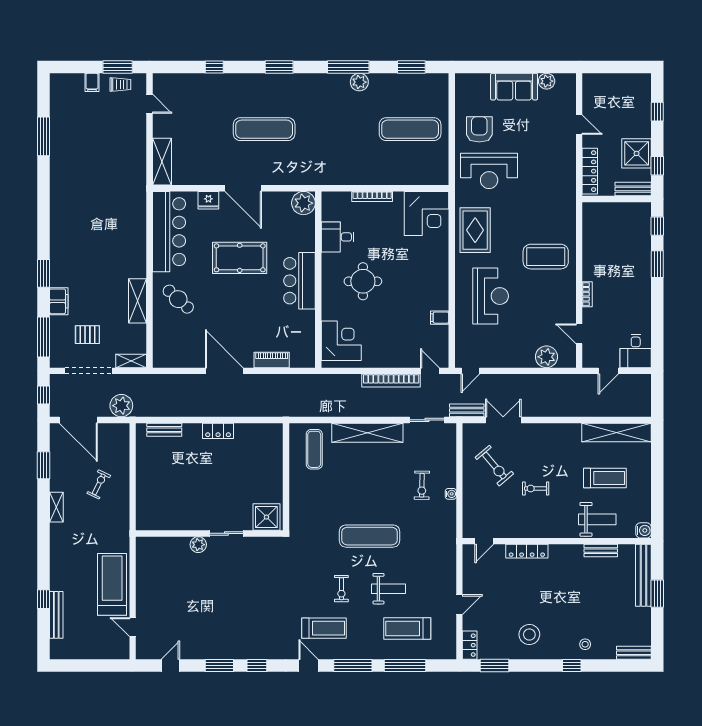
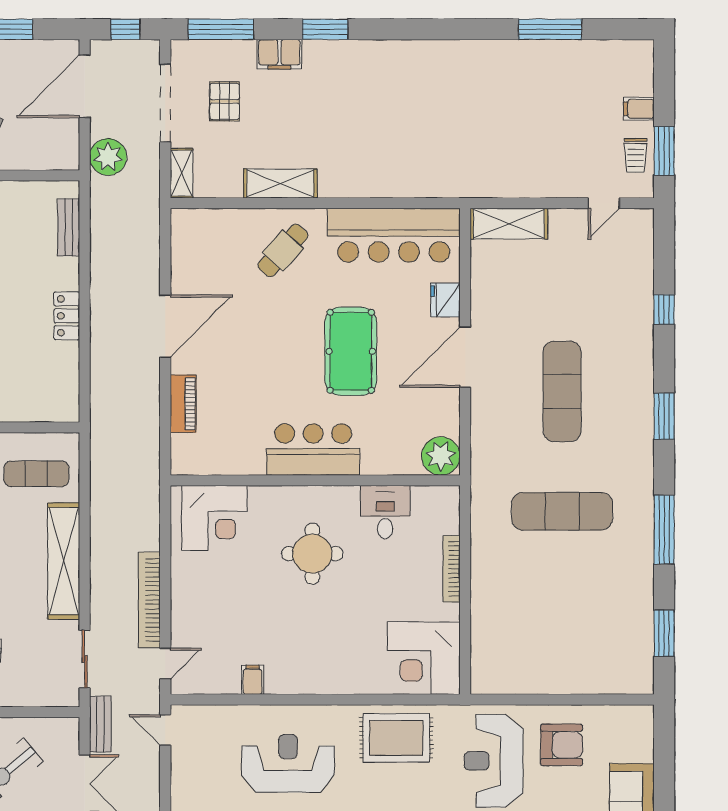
plant: (359, 82) -> (639, 548), removed
exercise mat: (410, 129) -> (562, 511), moved, turned 90
reception desk: (491, 296) -> (288, 763), turned 180

